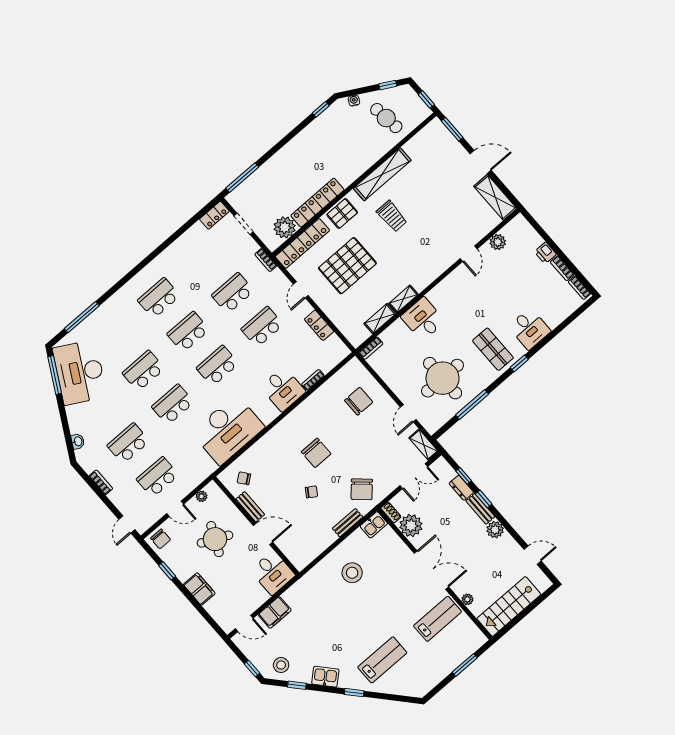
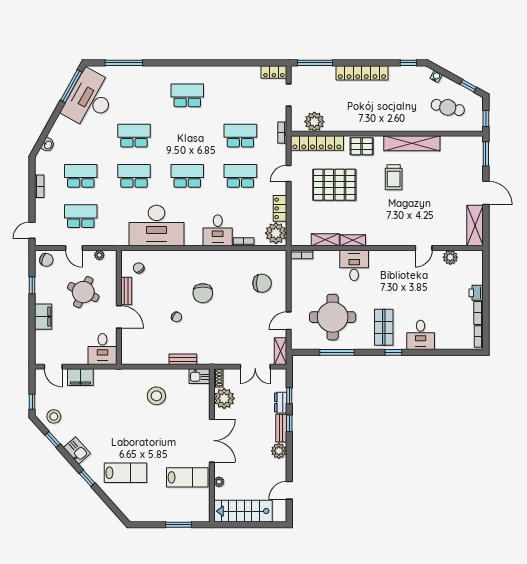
cafe table: (386, 118) -> (448, 107), turned -70
locker: (317, 203) -> (362, 73), moved, turned 180
school desk: (188, 332) -> (187, 136), removed
plant: (334, 349) -> (276, 233), added
chair: (362, 489) -> (212, 345), removed
chair: (161, 539) -> (46, 260), turned -72
door: (533, 555) -> (289, 490), swing flipped

